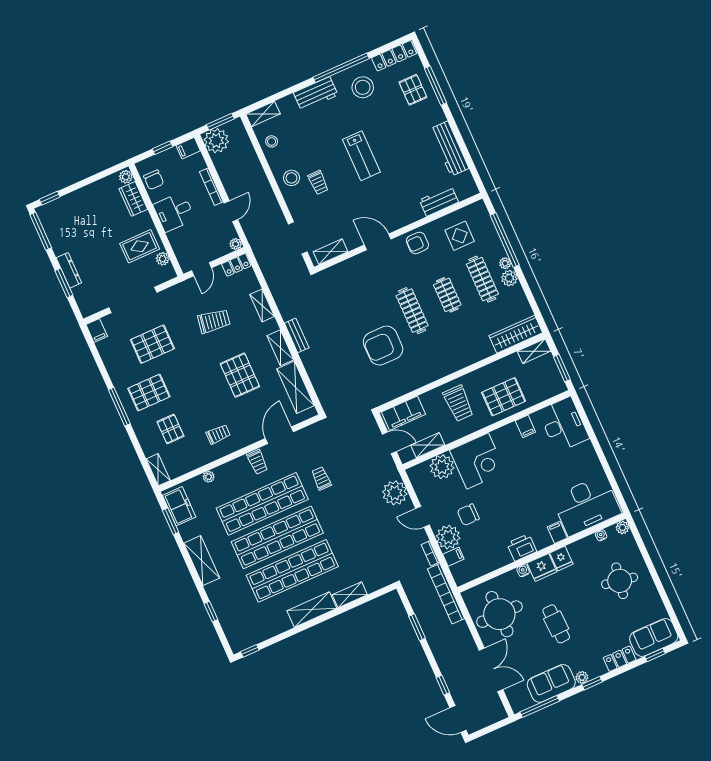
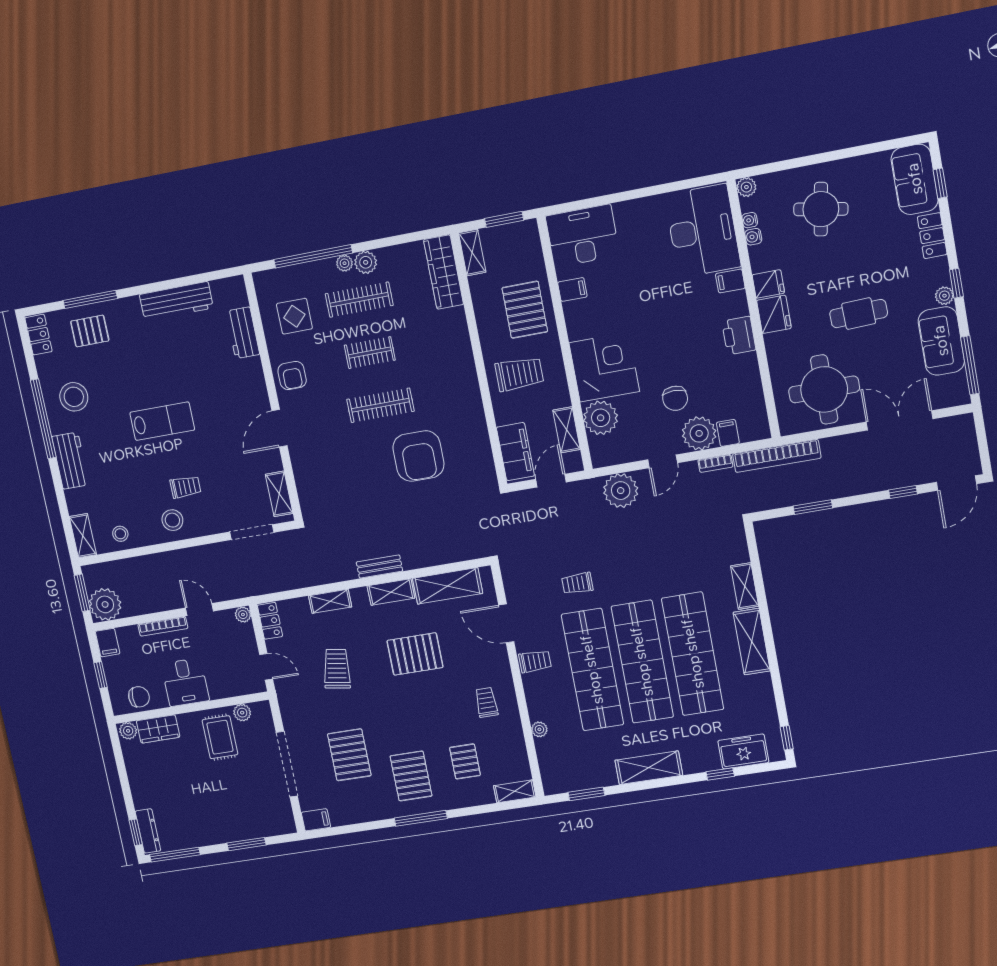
locker: (394, 56) -> (39, 335), width x0.66
dresser: (69, 270) -> (148, 831), moved, turned 90
pallet: (170, 429) -> (465, 761), turned 90
freezer: (179, 506) -> (743, 752), moved
water cooler: (523, 571) -> (753, 237), moved

